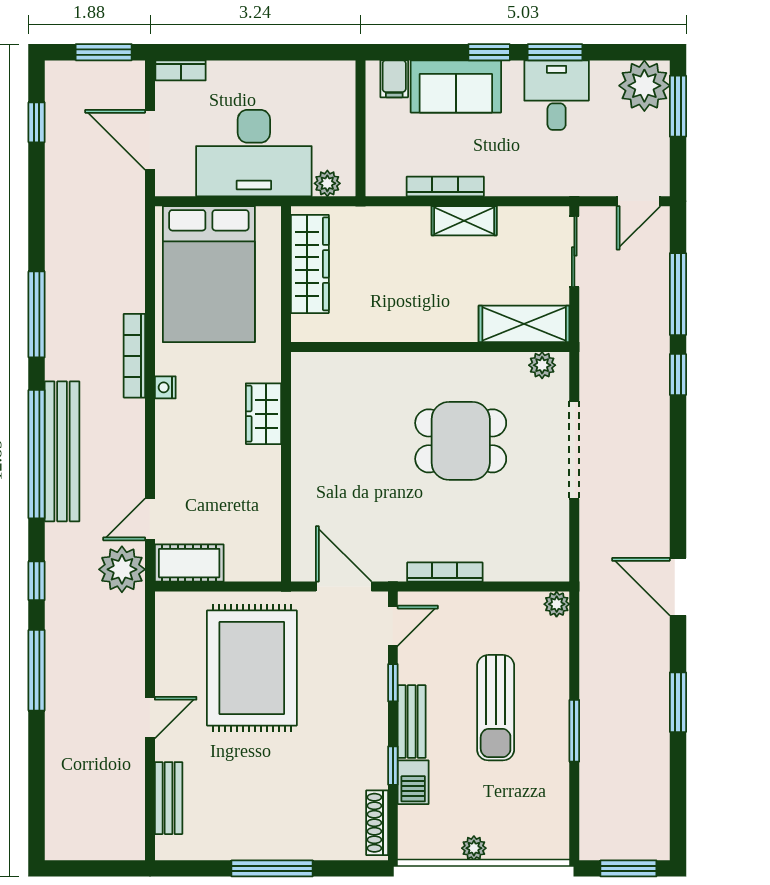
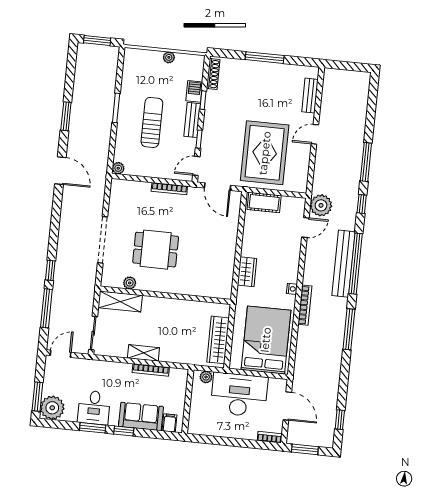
plant: (542, 365) -> (130, 283), moved
cot: (189, 563) -> (264, 203), moved

